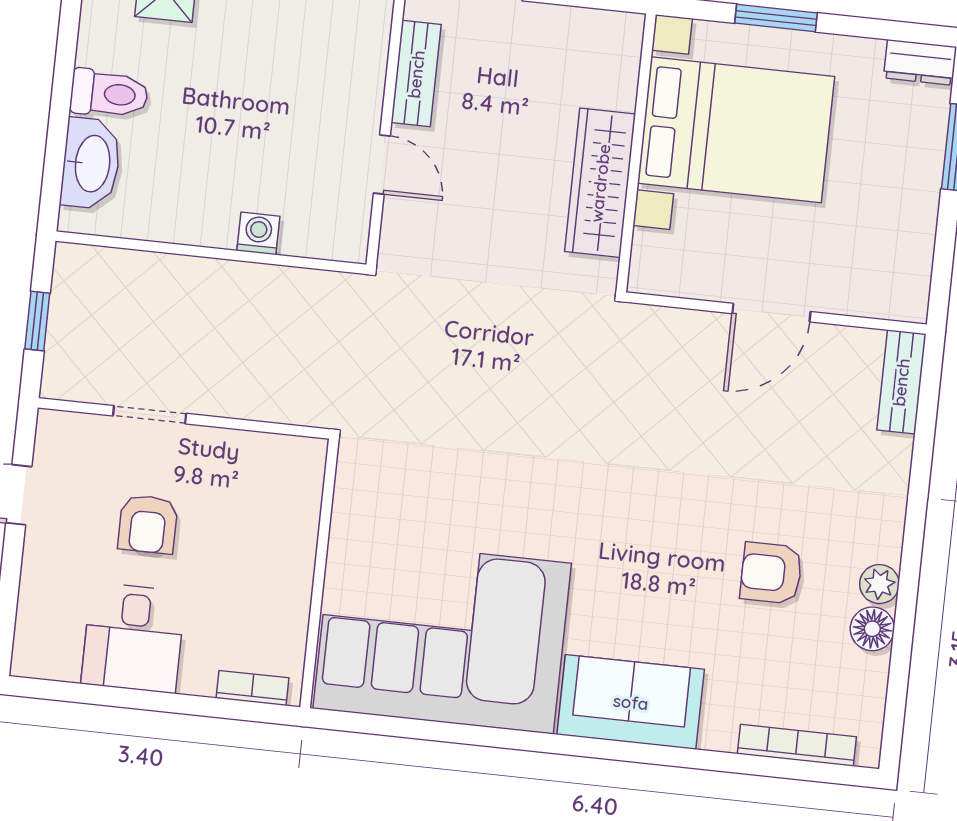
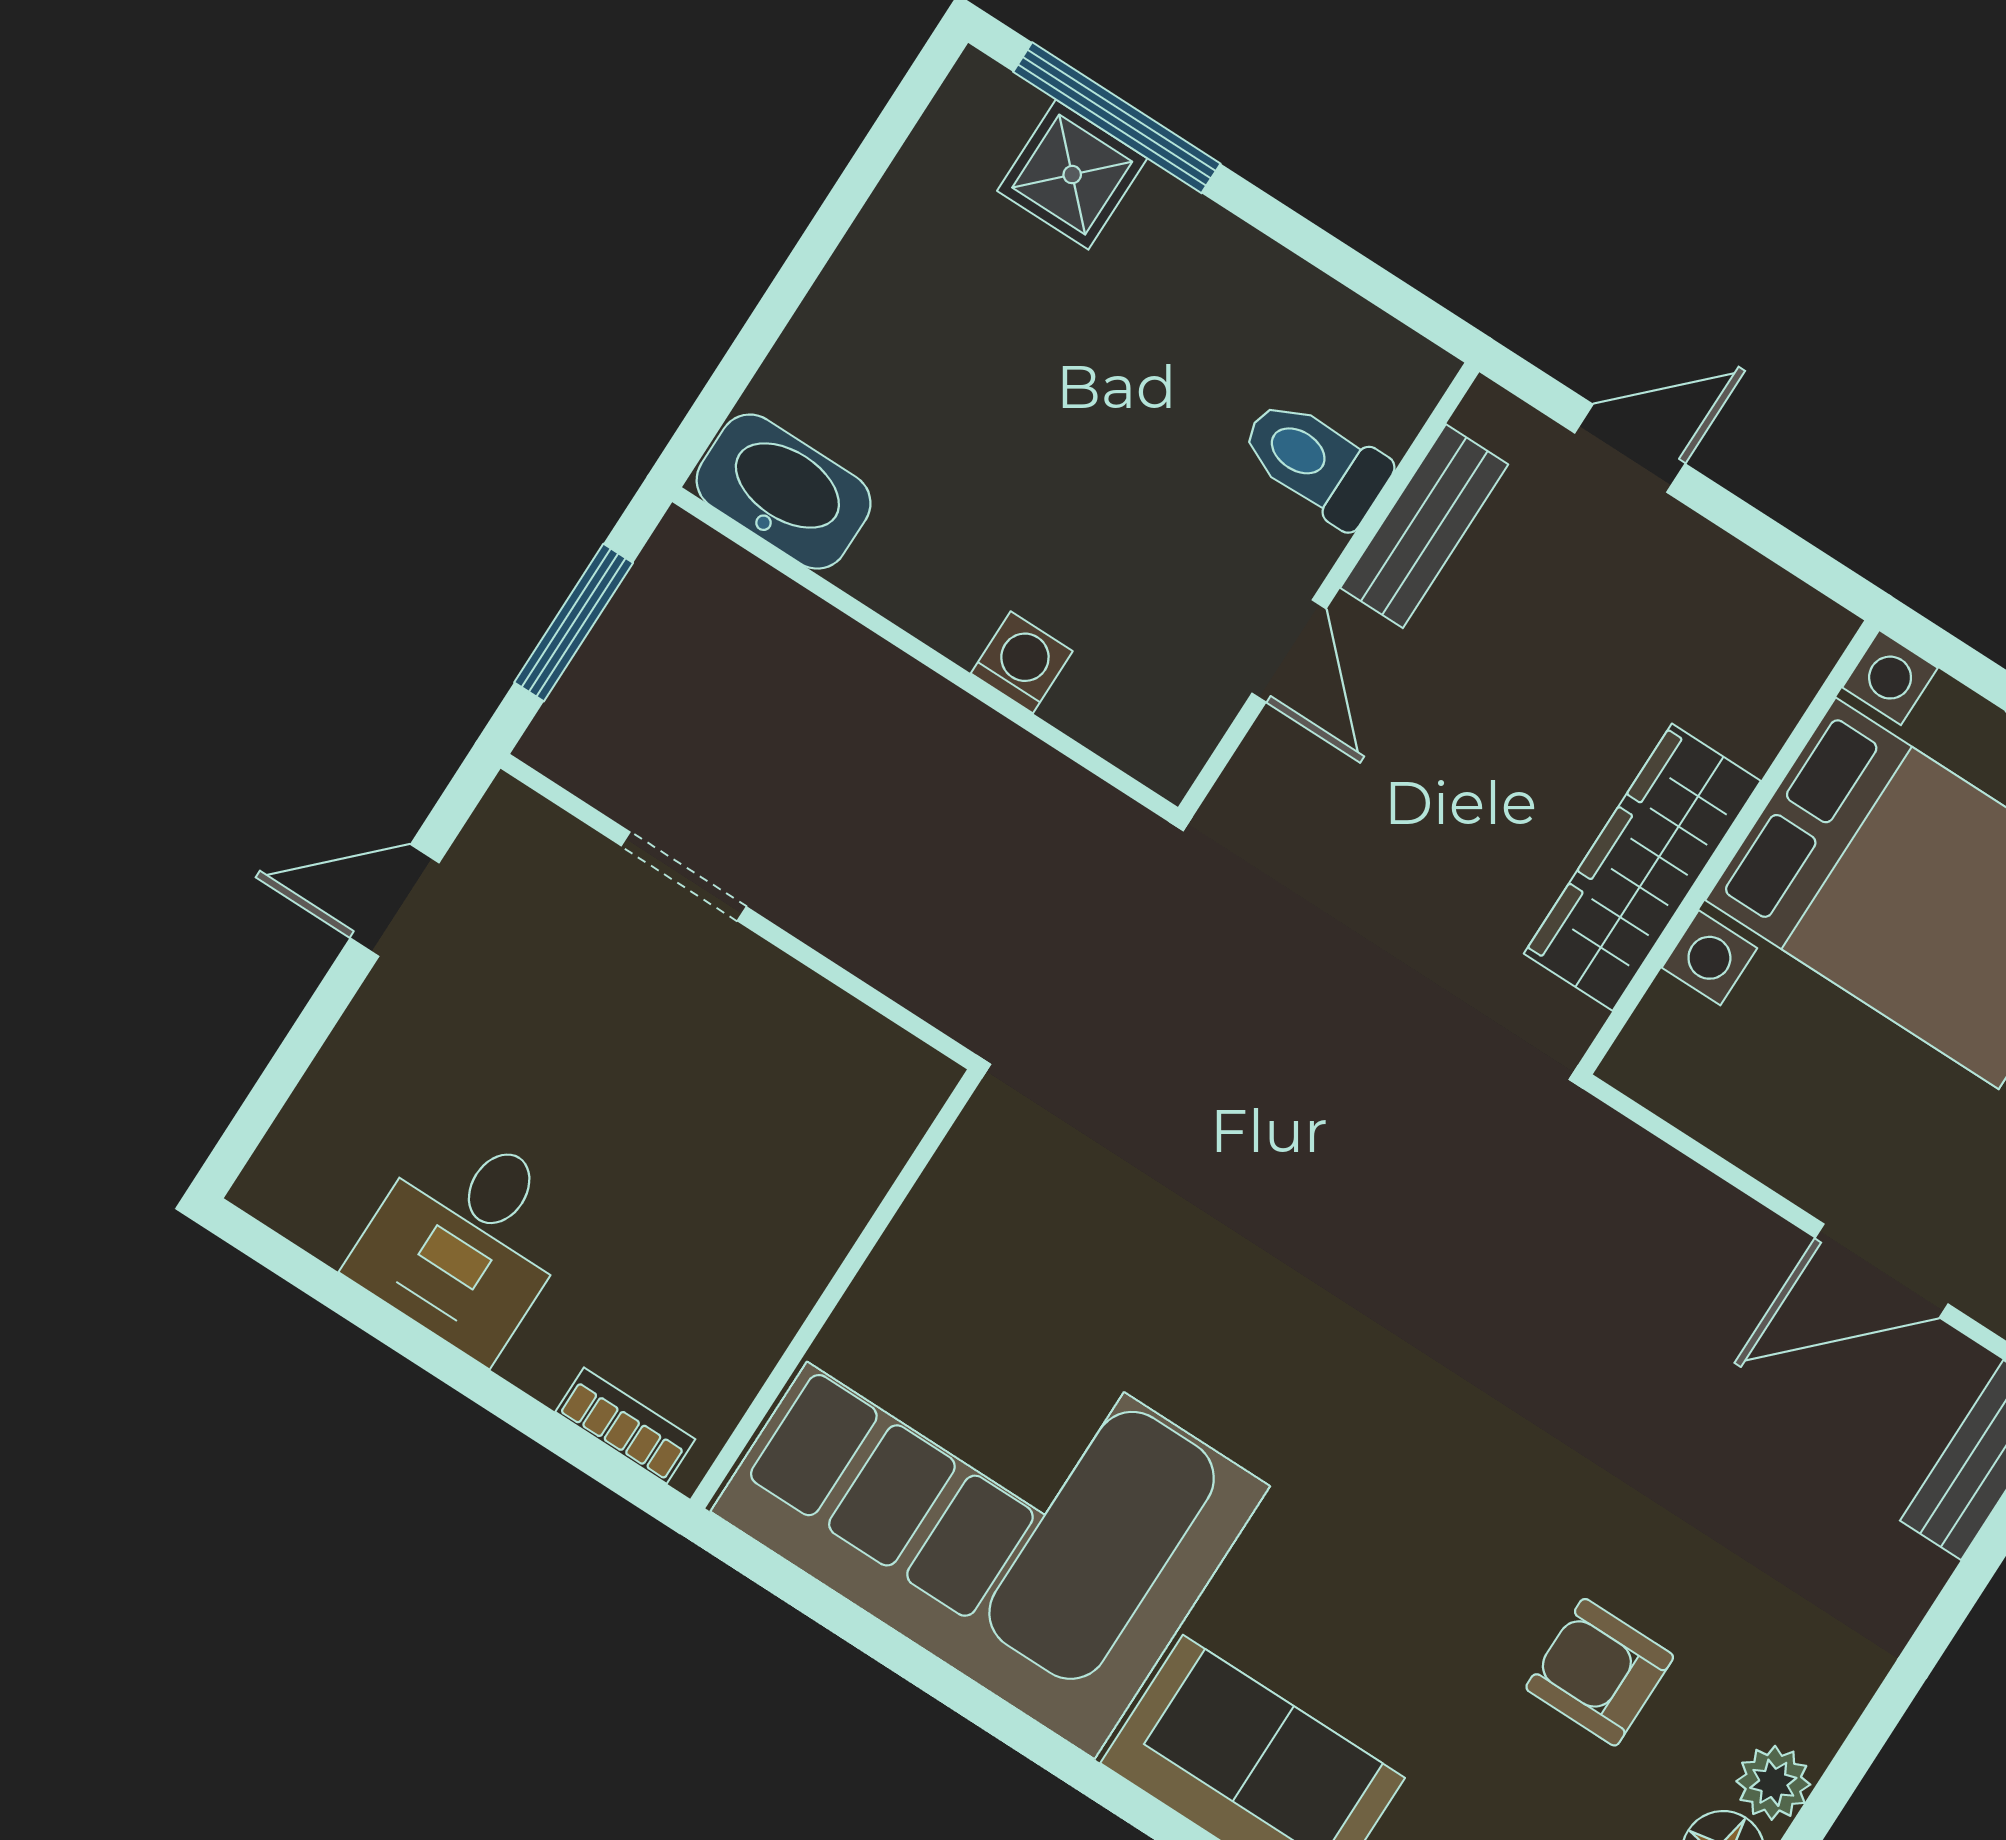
toilet: (109, 94) -> (1315, 462), moved, turned 180
washbasin: (91, 163) -> (784, 492), moved, turned -90
door: (771, 313) -> (1882, 1271), moved
window: (37, 321) -> (574, 623), width x1.50
armchair: (148, 524) -> (588, 1060), removed

